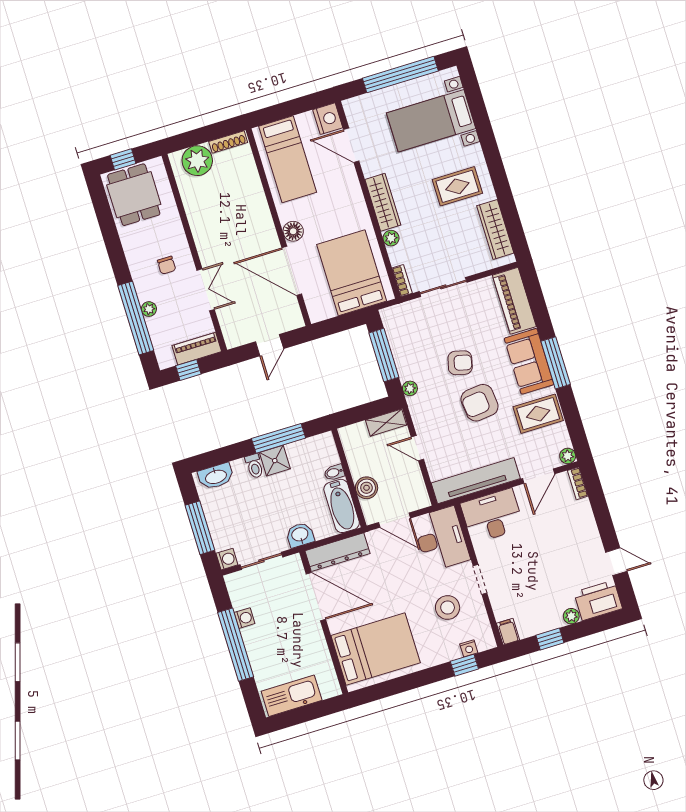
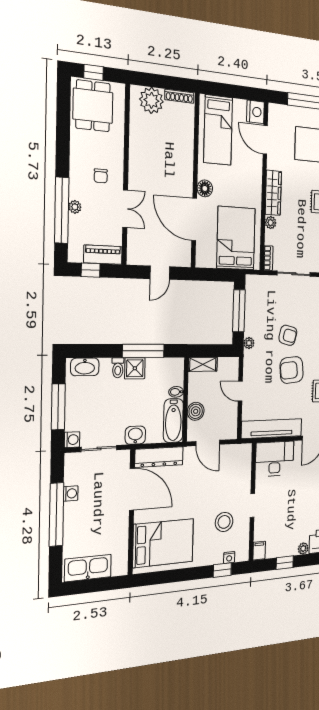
shelving: (386, 423) -> (203, 364), moved
desk: (441, 539) -> (235, 467), removed

